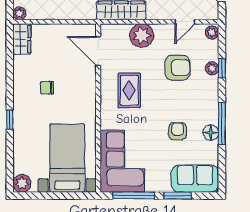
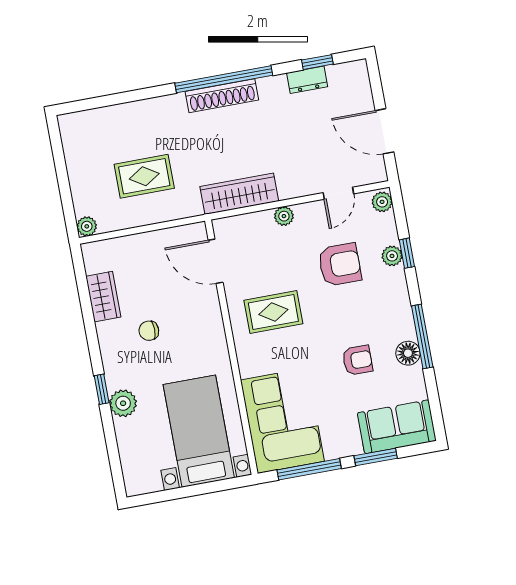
plant: (142, 36) -> (284, 216), width x0.53, depth x0.53
wardrobe: (22, 39) -> (103, 297), moved
rug: (129, 90) -> (273, 312), turned 90
armchair: (178, 131) -> (357, 360), turned 90
plant: (22, 183) -> (123, 403), moved

